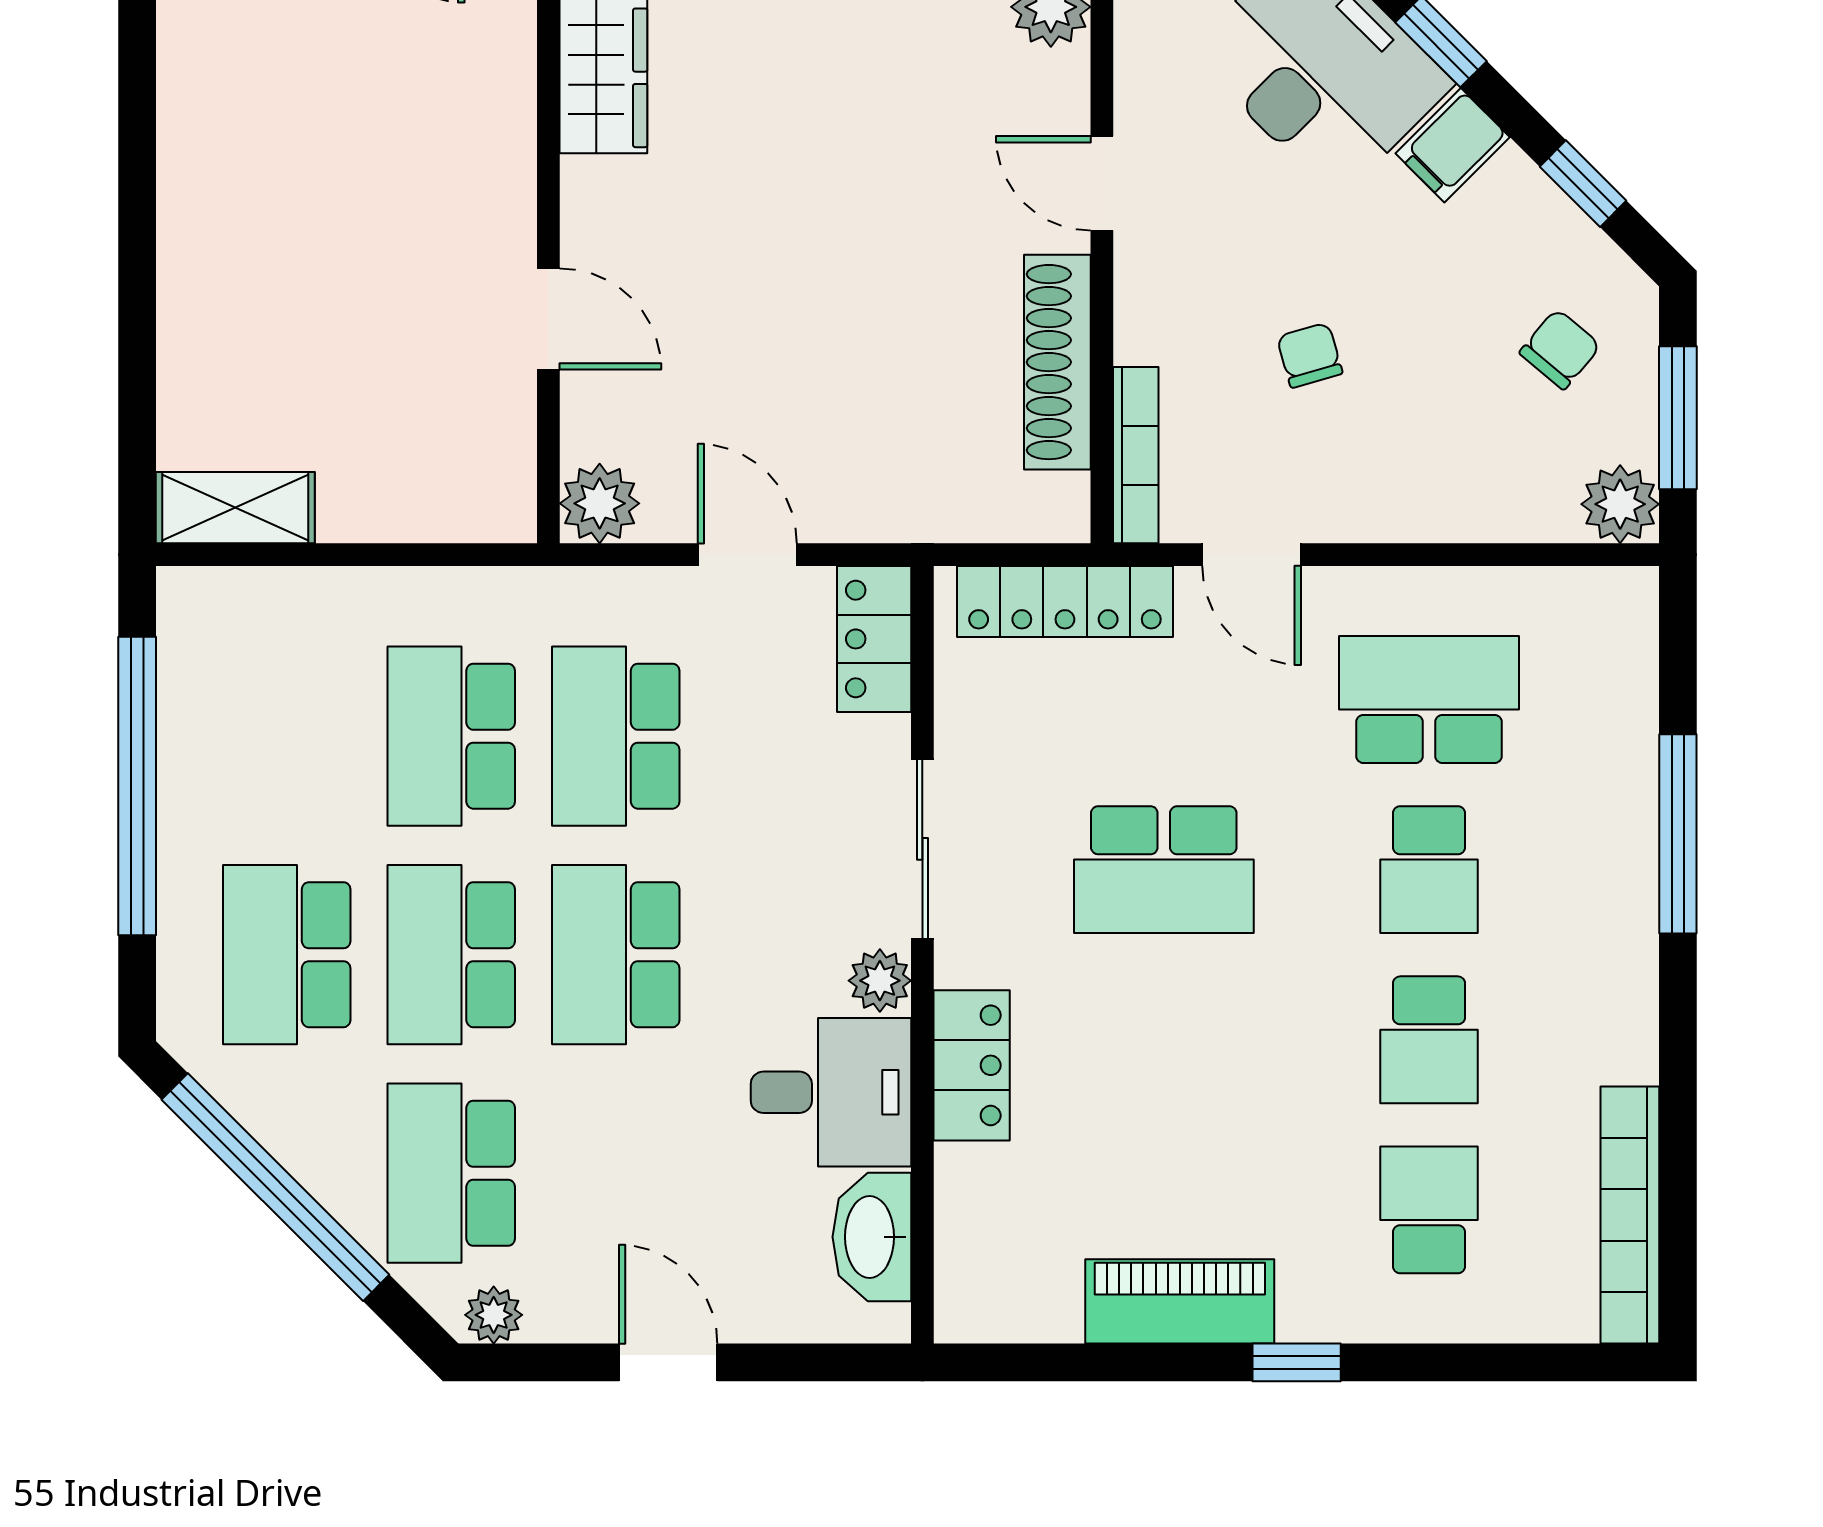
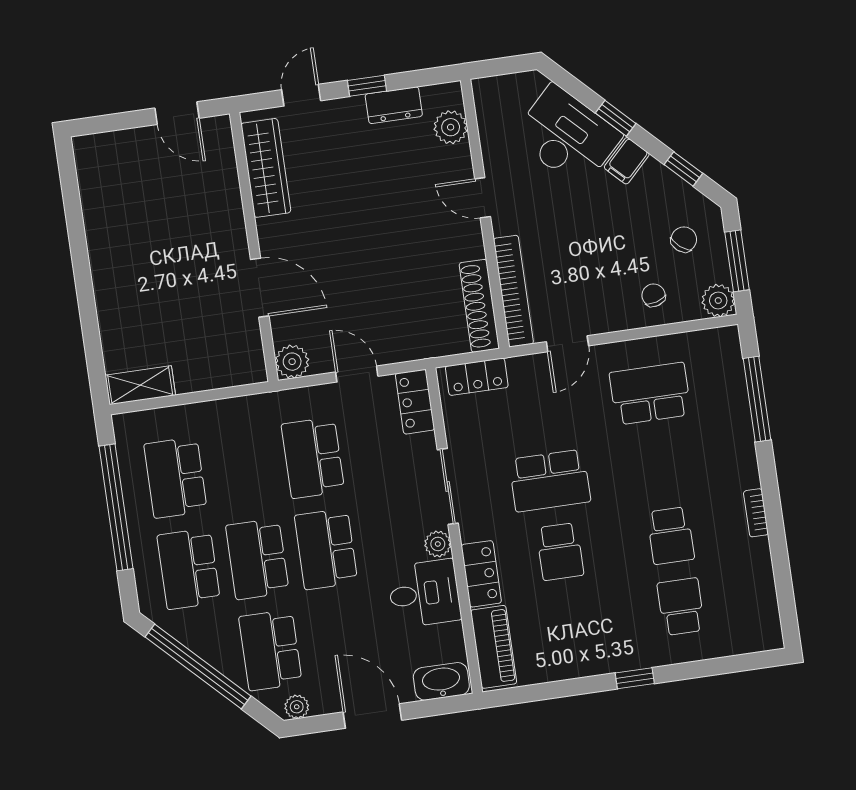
door: (548, 319) -> (260, 288), width x1.38
chair: (1310, 355) -> (654, 295), moved
shoe rack: (1057, 362) -> (479, 306), moved
bookcase: (1136, 455) -> (513, 291), width x1.48, depth x1.31
door: (1252, 555) -> (567, 344), hinge flipped
locker: (1065, 601) -> (477, 377), width x0.66
school desk: (451, 736) -> (176, 478), moved
window: (1678, 834) -> (757, 399), moved
school desk: (1429, 870) -> (560, 552), moved
bookcase: (1630, 1215) -> (756, 513), moved, width x0.43, depth x0.76
washbasin: (872, 1237) -> (441, 681), moved, turned 90
piano: (1180, 1301) -> (494, 647), moved, turned 90
door: (668, 1362) -> (372, 716), width x1.38

